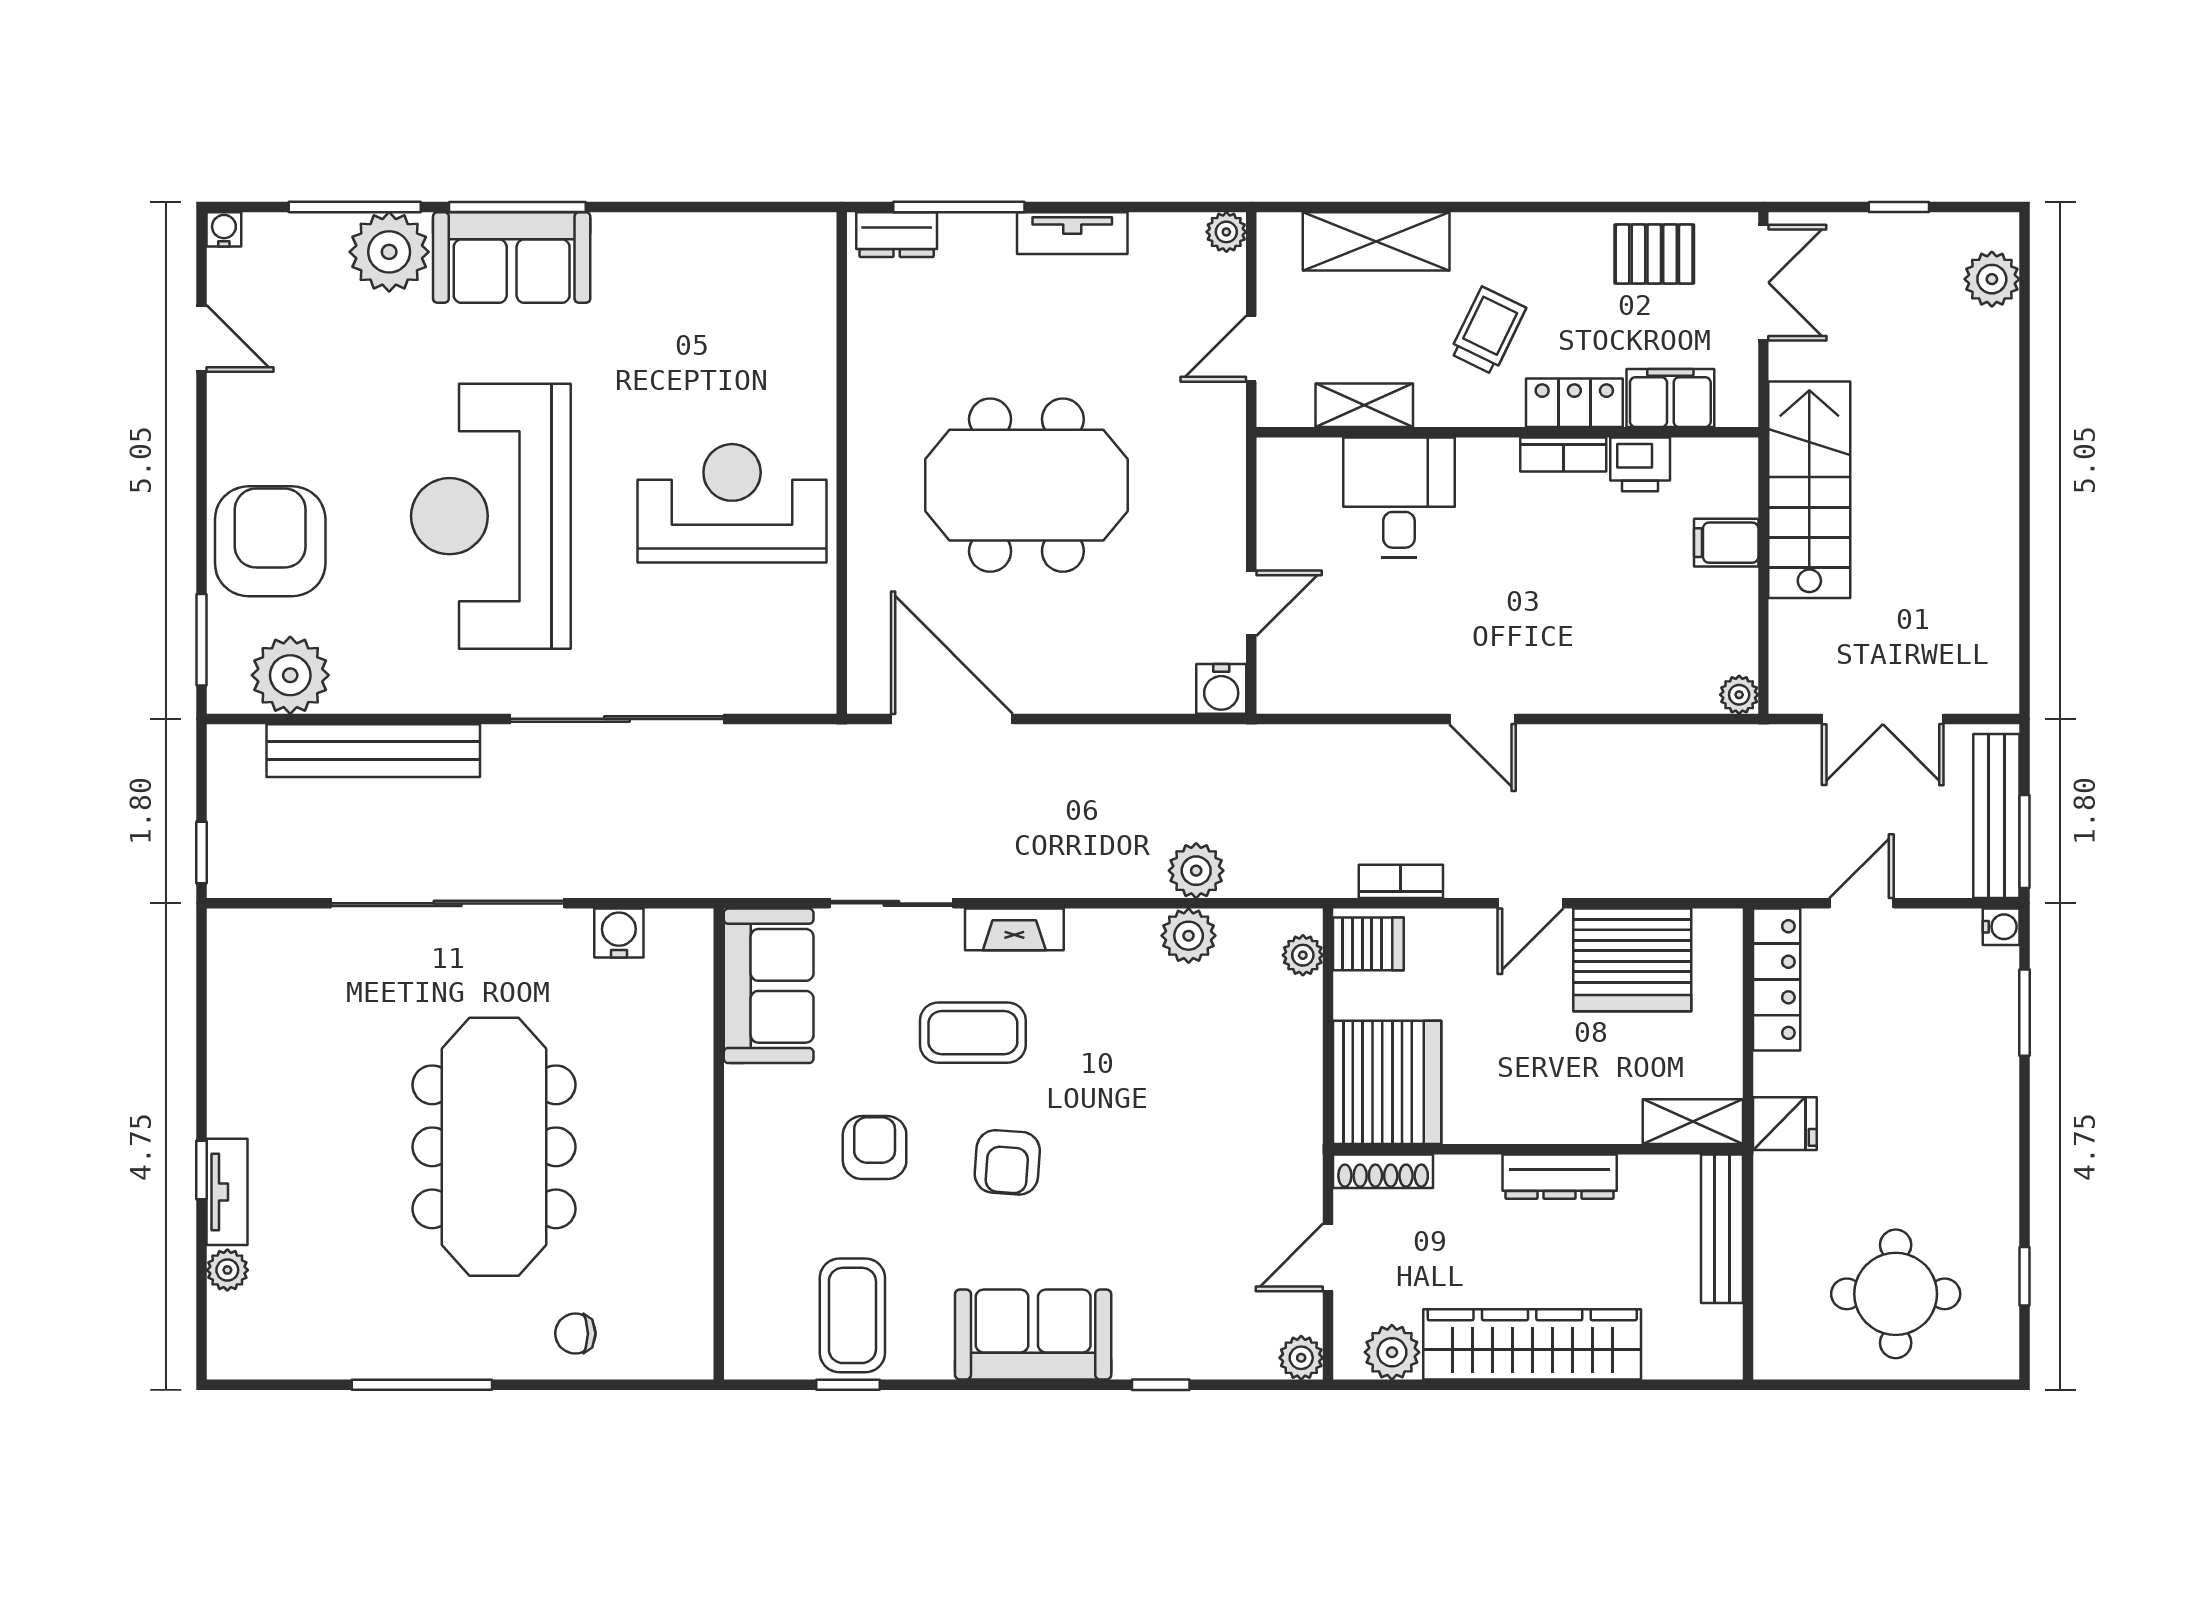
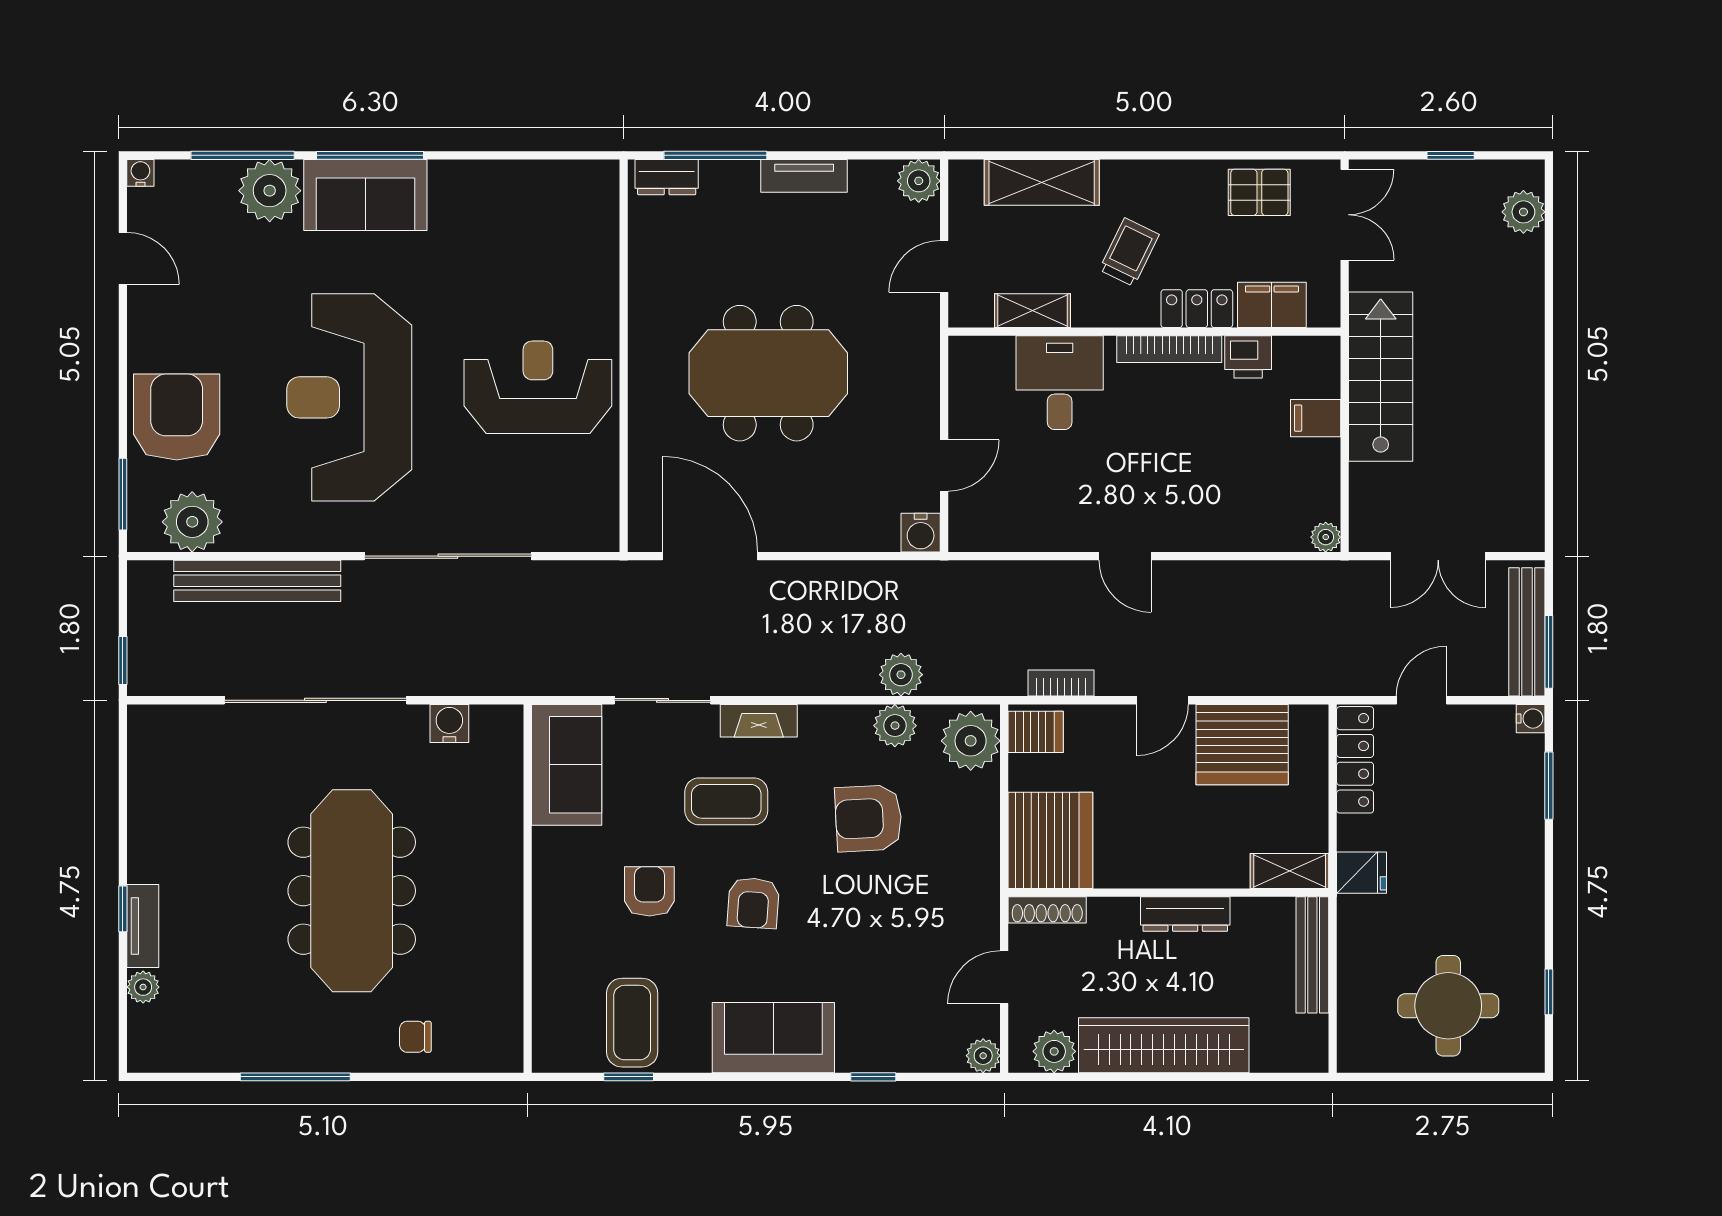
plant: (1226, 232) -> (919, 181), width x1.38, depth x1.38
bookcase: (1563, 455) -> (1169, 349), width x1.56
plant: (1303, 955) -> (971, 741), width x1.88, depth x1.88
armchair: (1155, 1054) -> (868, 818), added

